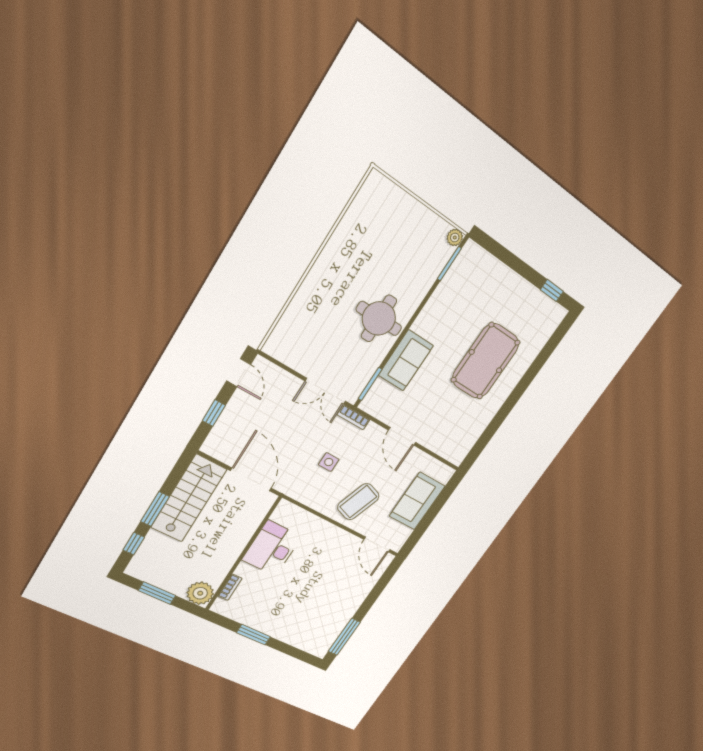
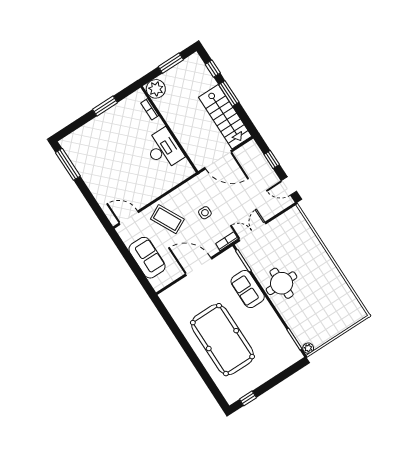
pool table: (485, 361) -> (222, 340), width x1.36, depth x1.32
door: (402, 436) -> (199, 266), width x1.36
coffee table: (358, 502) -> (167, 219), turned -46

